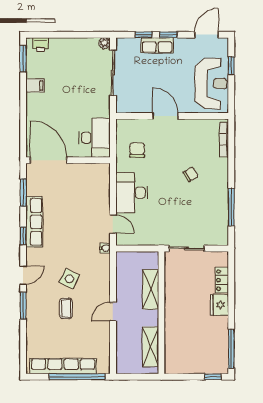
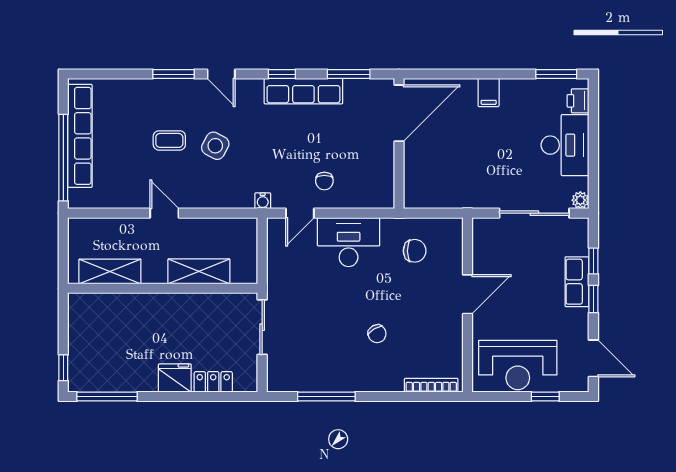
filing cabinet: (35, 86) -> (489, 92), moved
desk: (95, 138) -> (565, 145), moved, turned -90
chair: (92, 208) -> (324, 181), added

